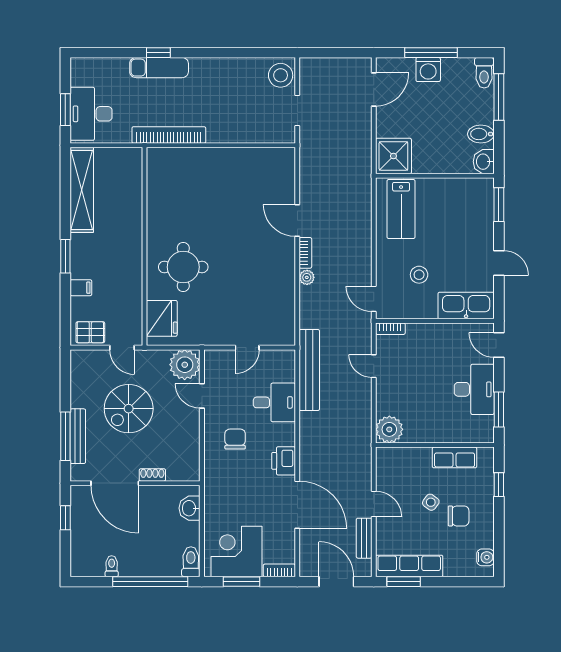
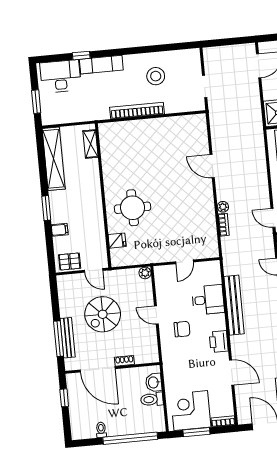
window: (158, 53) -> (81, 56), moved
stool: (281, 75) -> (156, 76), moved
desk: (91, 114) -> (60, 76), moved, turned 90
bookcase: (169, 135) -> (137, 111), moved
shelving: (134, 175) -> (91, 144), added
bookcase: (305, 253) -> (224, 225), moved
fridge: (162, 318) -> (117, 241), width x0.53, depth x0.75
plant: (185, 365) -> (145, 273), width x0.53, depth x0.53
bench: (309, 370) -> (234, 305), moved
door: (202, 396) -> (156, 315), moved
chair: (235, 439) -> (182, 329), turned 90
door: (297, 505) -> (232, 373), width x0.73
toilet: (191, 562) -> (152, 399), moved, turned -90

